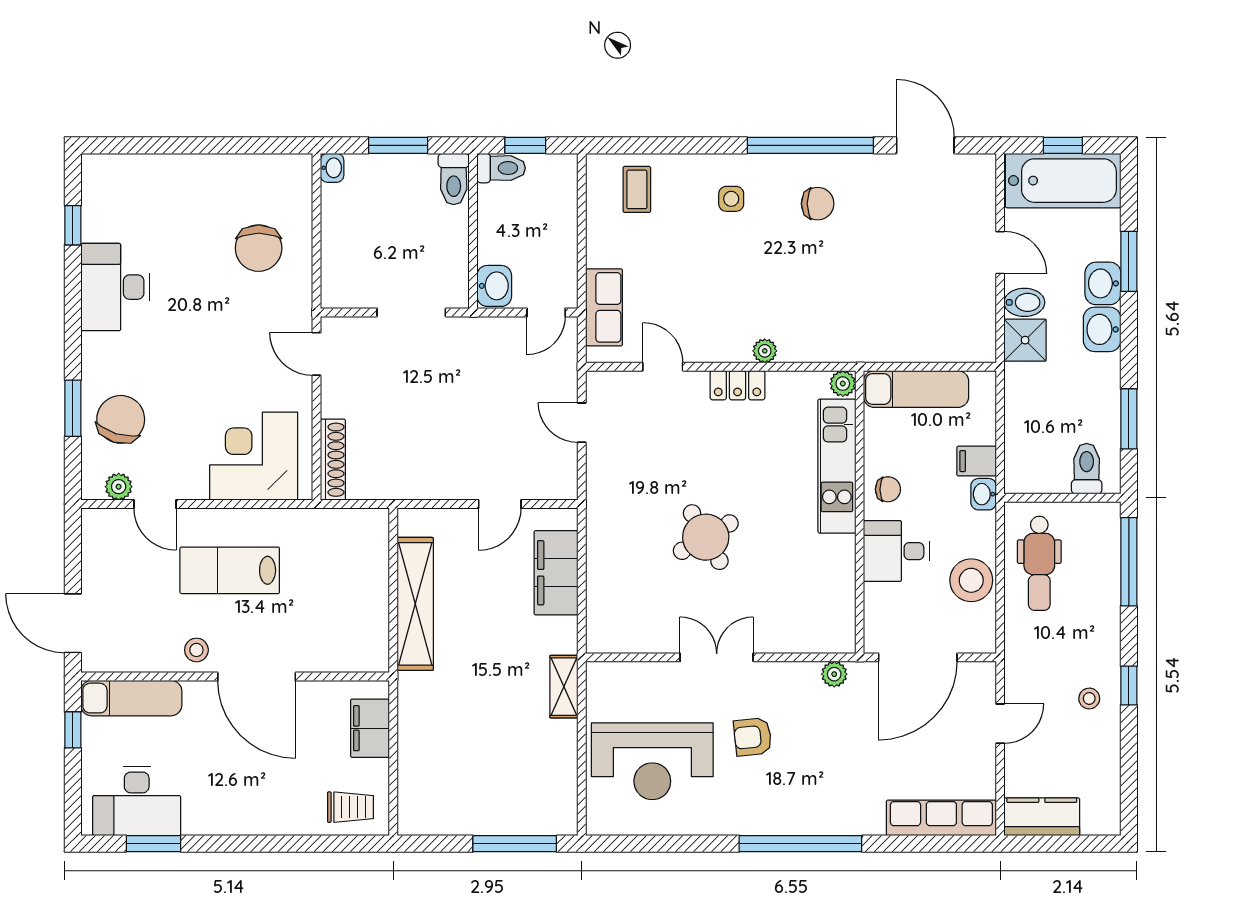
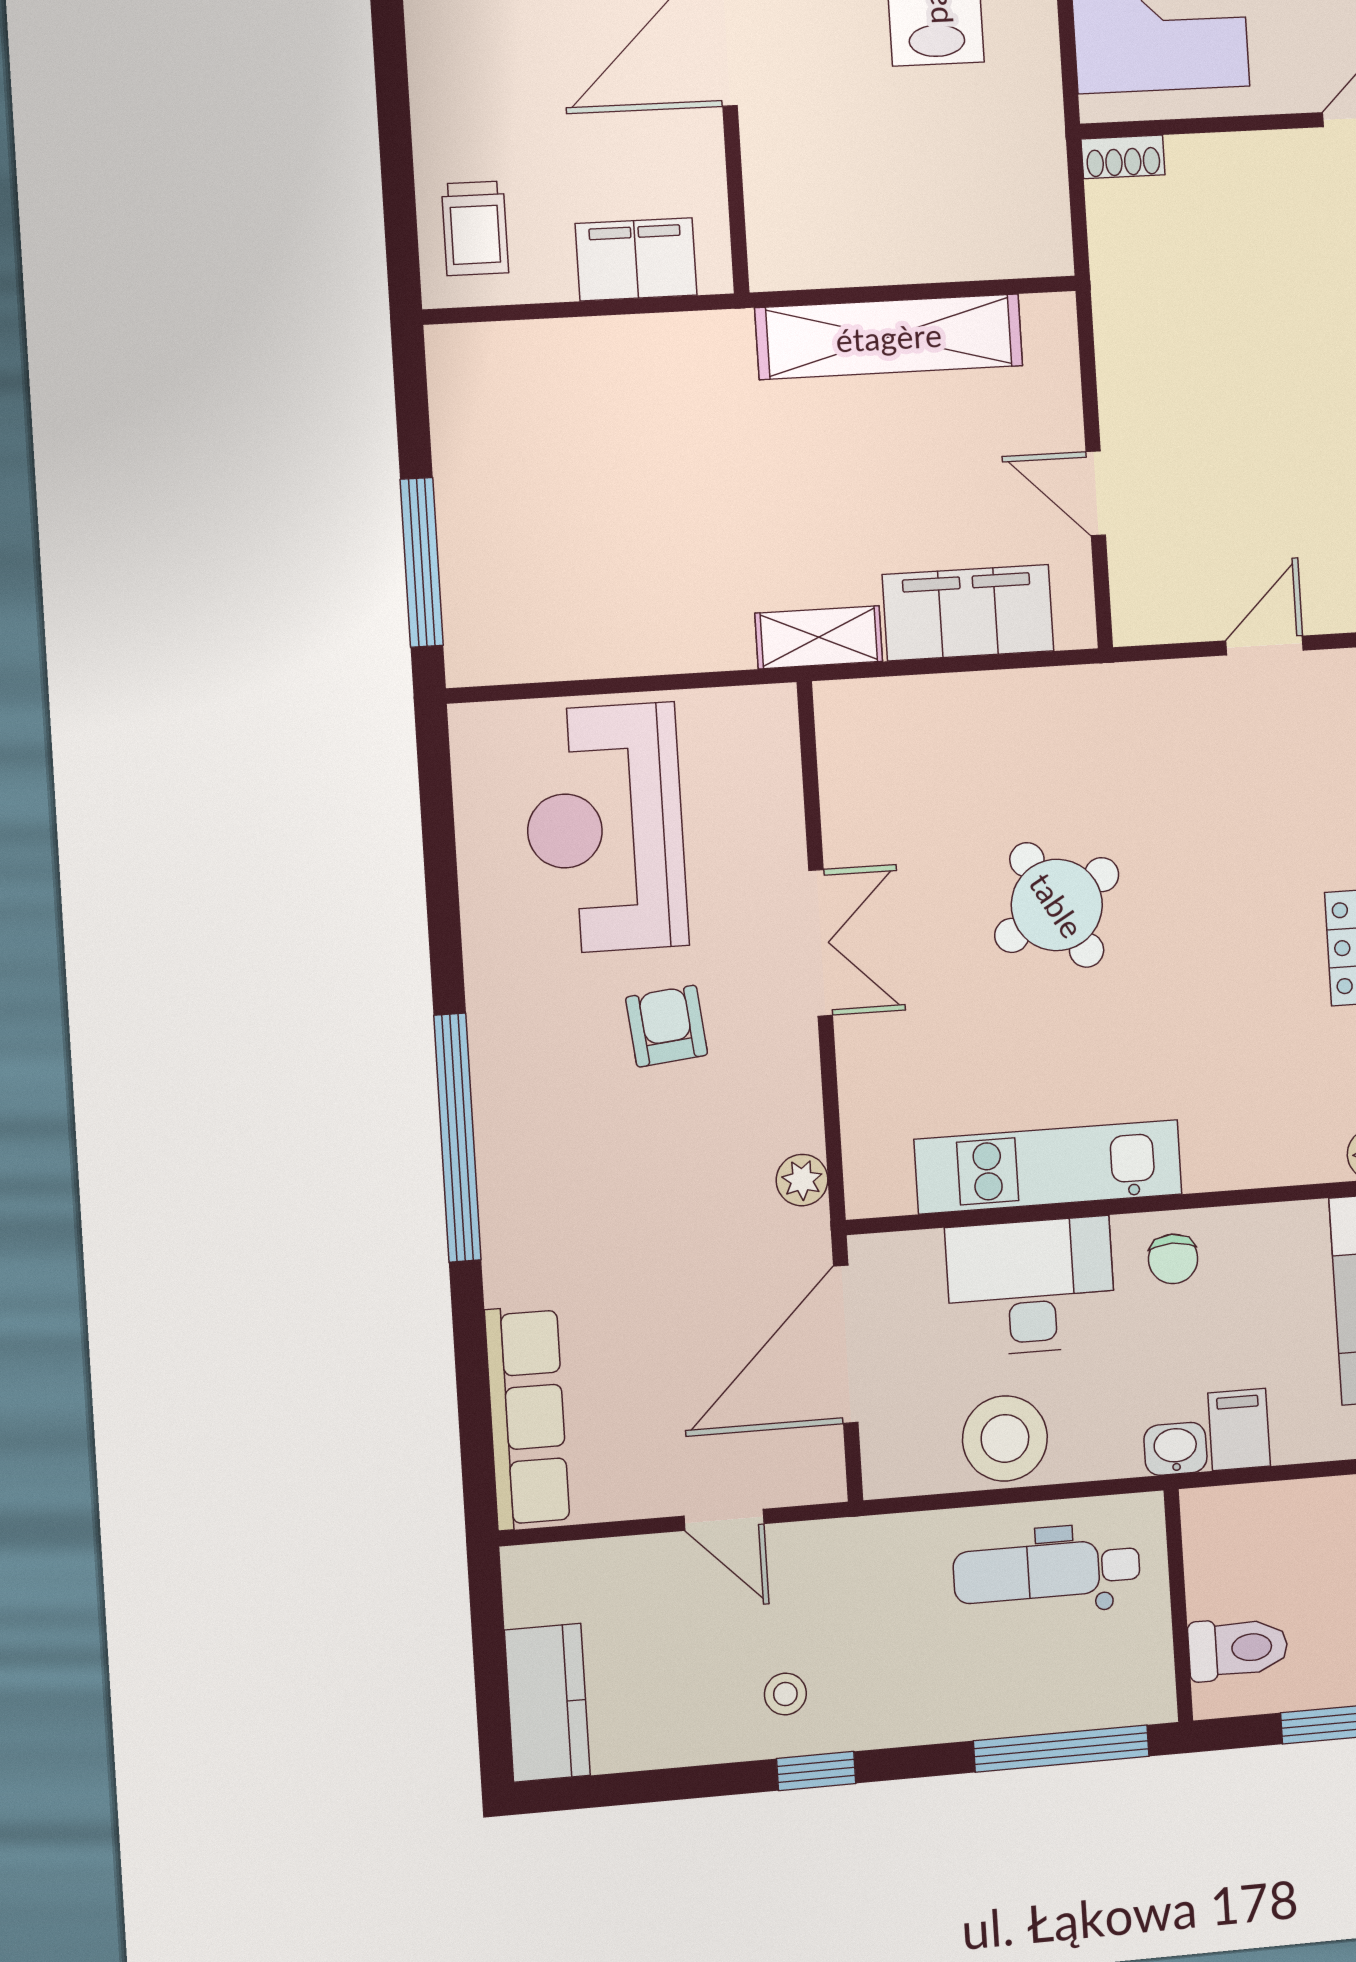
shoe rack: (333, 460) -> (1123, 157), width x0.51, depth x0.81
kitchen unit: (837, 466) -> (1048, 1167), moved
desk: (896, 551) -> (1031, 1286), width x1.37
door: (918, 657) -> (846, 1344), hinge flipped
shelving: (564, 687) -> (819, 637), moved
kitchen counter: (1042, 817) -> (547, 1703), moved

